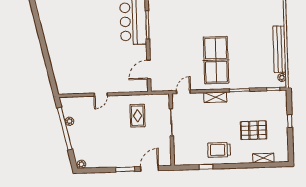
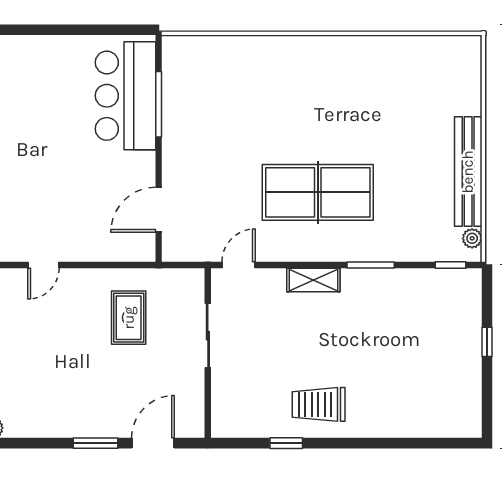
table tennis table: (216, 60) -> (318, 192), turned 90
pallet: (254, 130) -> (401, 361), removed
shelving: (263, 158) -> (422, 427), removed

